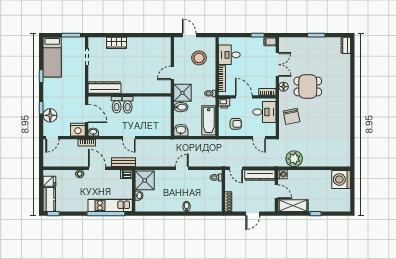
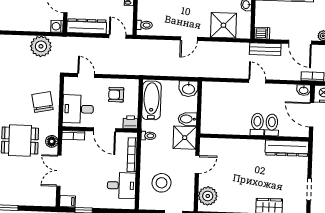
plant: (164, 49) -> (208, 196), added
shower: (145, 180) -> (223, 25), moved

